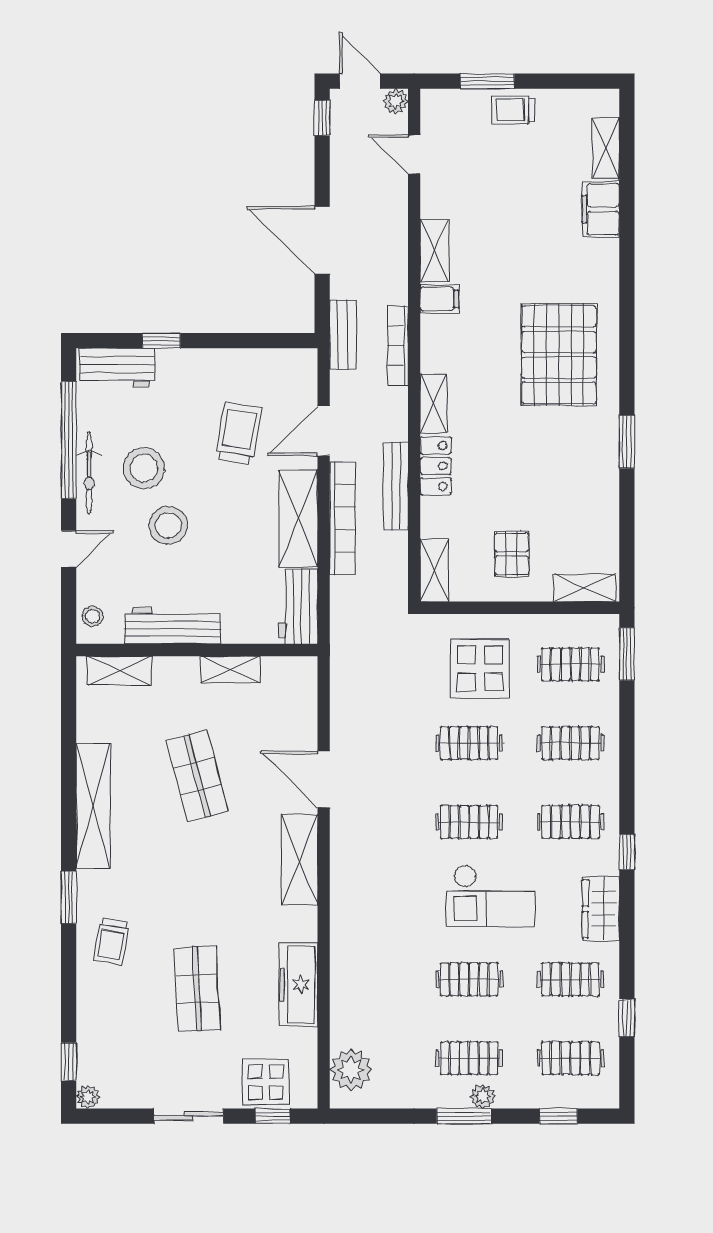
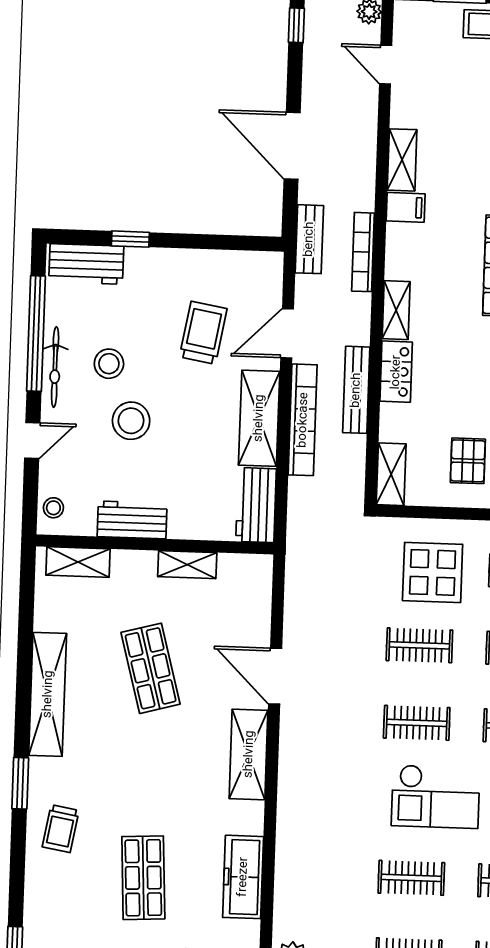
stool: (144, 468) -> (109, 364), width x0.73, depth x0.73
workbench: (173, 626) -> (132, 520), width x0.73

